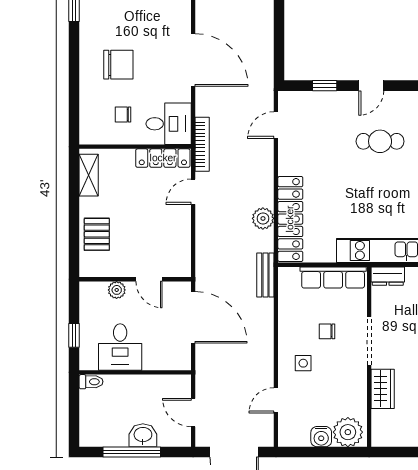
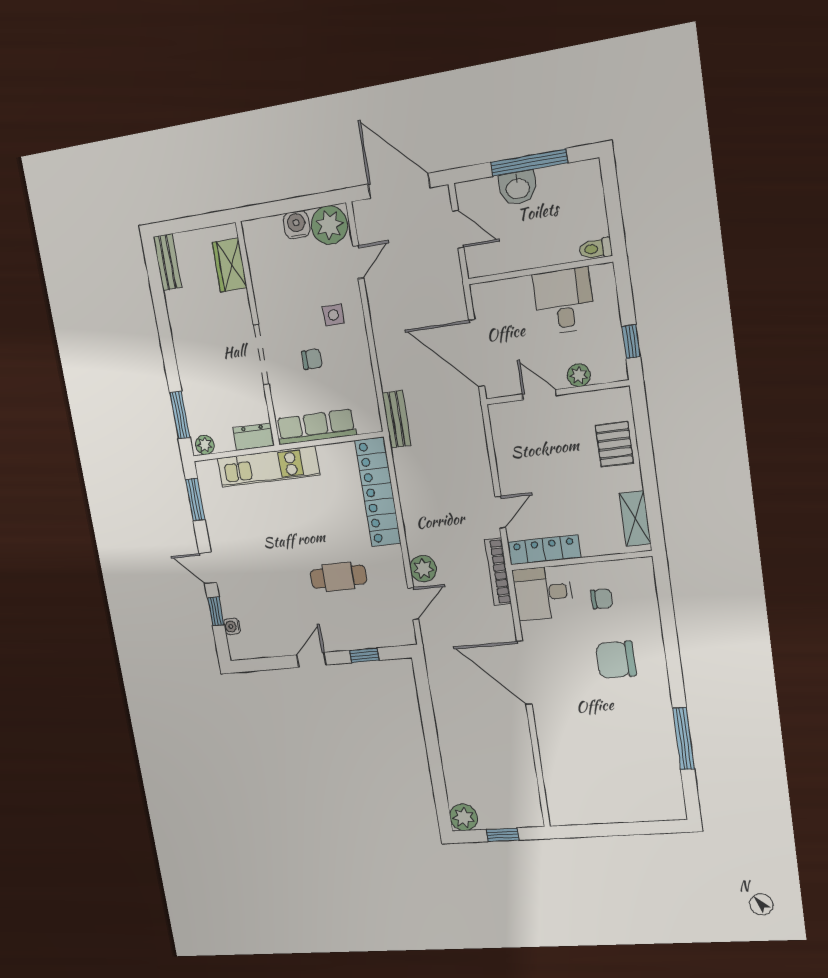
cafe table: (380, 141) -> (338, 577), moved
plant: (263, 218) -> (423, 569), moved
window: (74, 335) -> (631, 342), moved
wardrobe: (383, 389) -> (230, 265), moved
plant: (348, 432) -> (329, 225), moved

